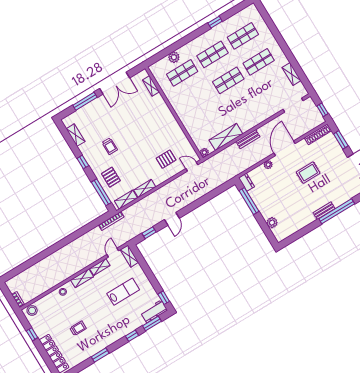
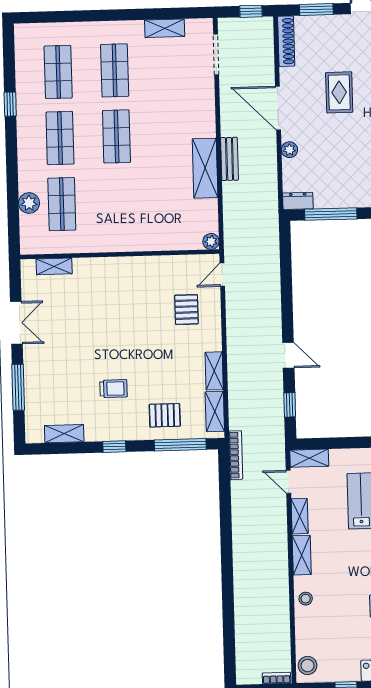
double door: (115, 83) -> (16, 323), width x0.73
shelving: (226, 137) -> (205, 168), moved

